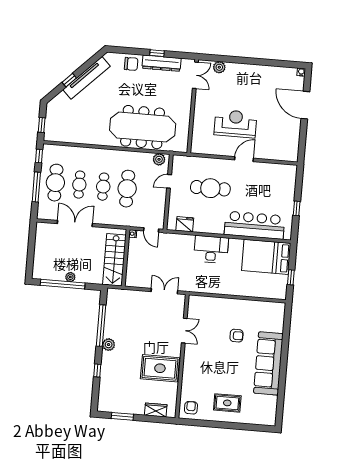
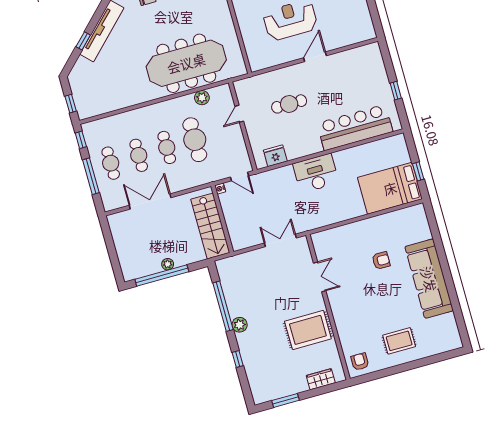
plant: (159, 159) -> (202, 98), moved
cafe table: (55, 183) -> (111, 163), width x0.73, depth x0.74
cafe table: (210, 188) -> (289, 104), width x0.73, depth x0.74
bed: (266, 257) -> (390, 188), moved

